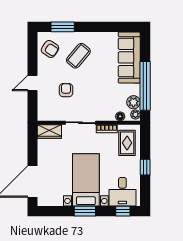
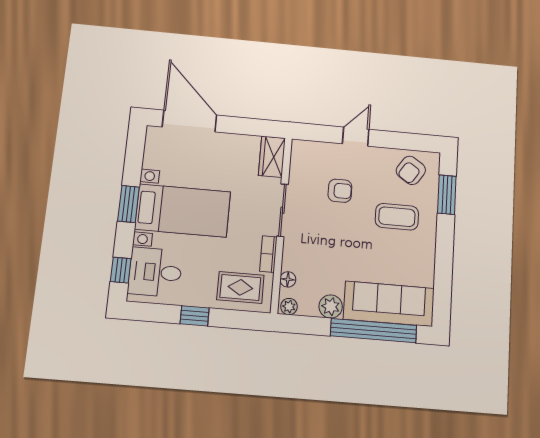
coffee table: (78, 56) -> (397, 217), turned -40
door: (33, 83) -> (356, 137), hinge flipped
window: (145, 86) -> (374, 331), moved
plant: (133, 102) -> (331, 307), moved

